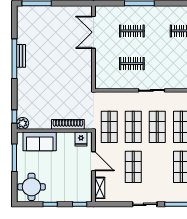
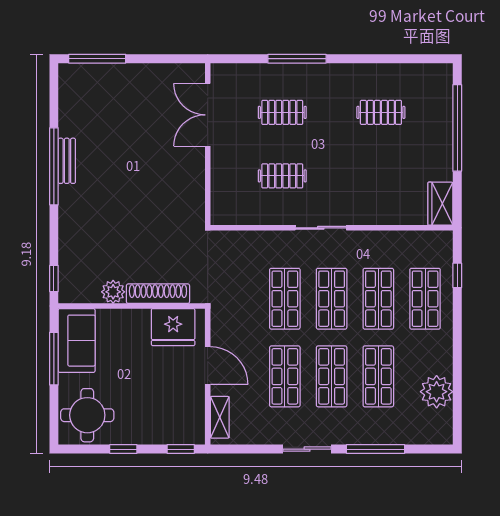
plant: (23, 123) -> (113, 292), moved
shop shelf: (109, 127) -> (332, 376), moved
fridge: (81, 139) -> (173, 327), width x1.88, depth x1.34
sofa: (40, 141) -> (77, 341), moved, turned -90

